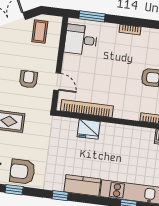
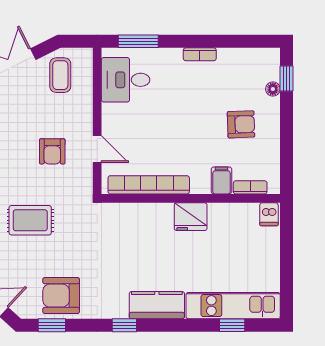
armchair: (28, 79) -> (52, 151), turned 180
filing cabinet: (134, 112) -> (221, 180), added
fridge: (89, 129) -> (191, 217), moved

